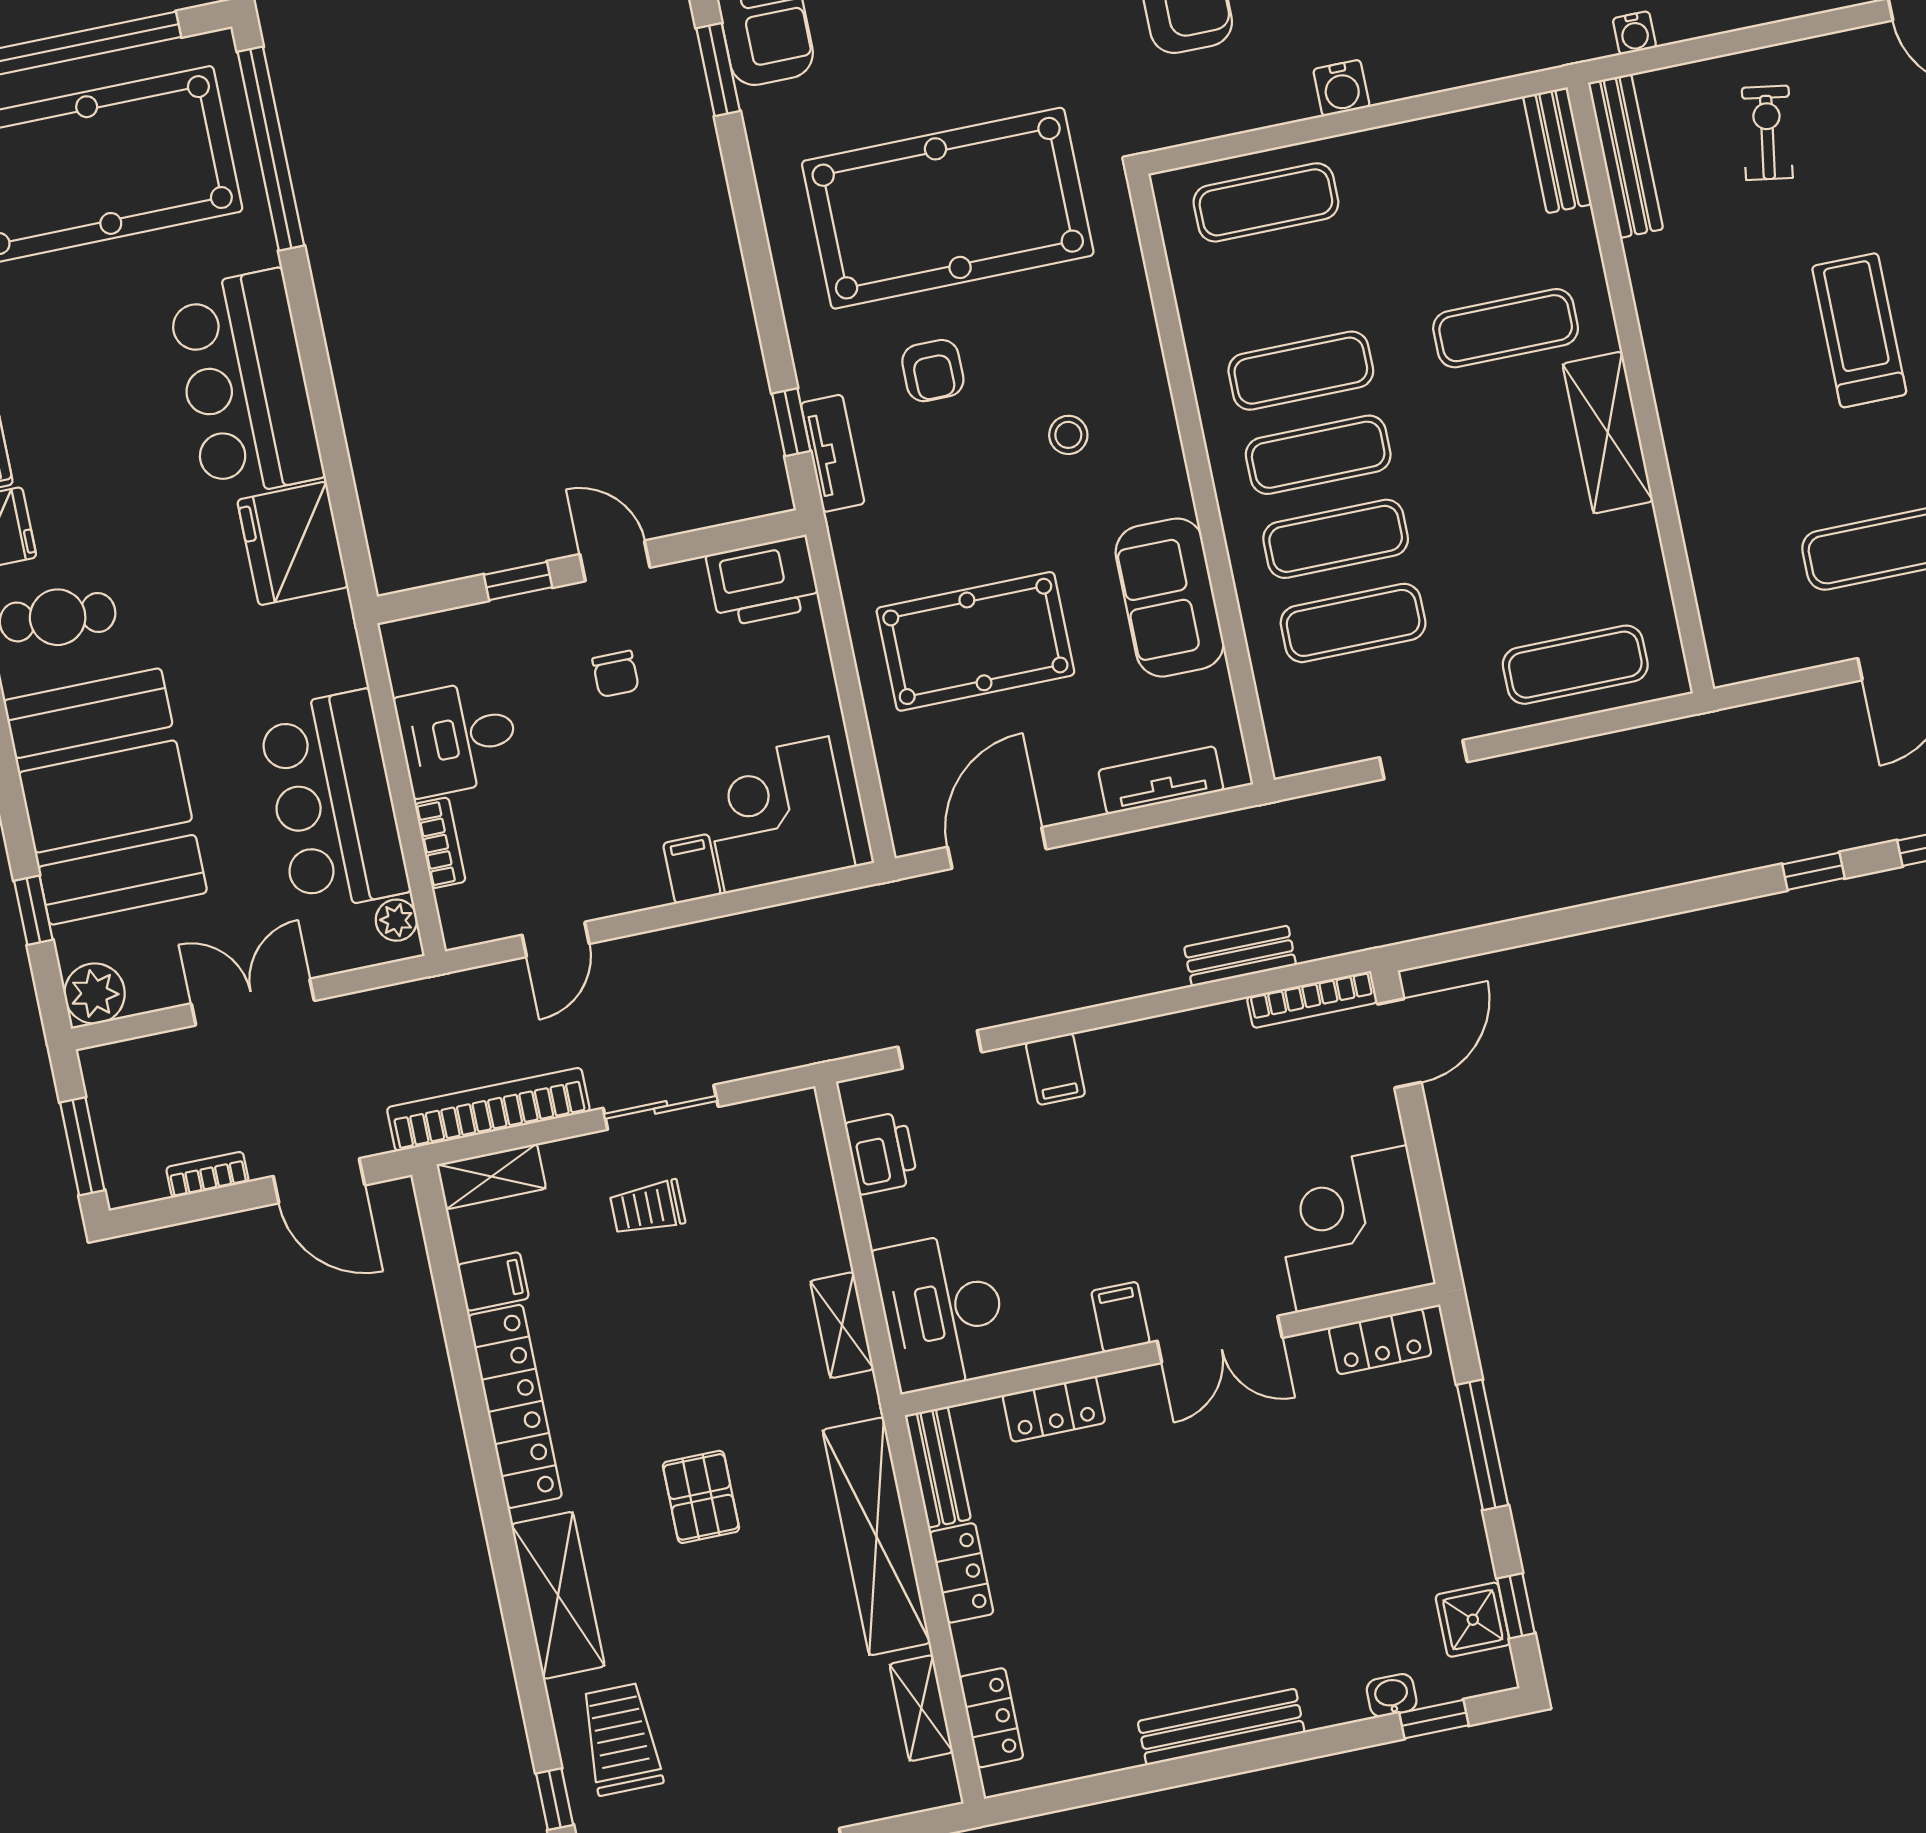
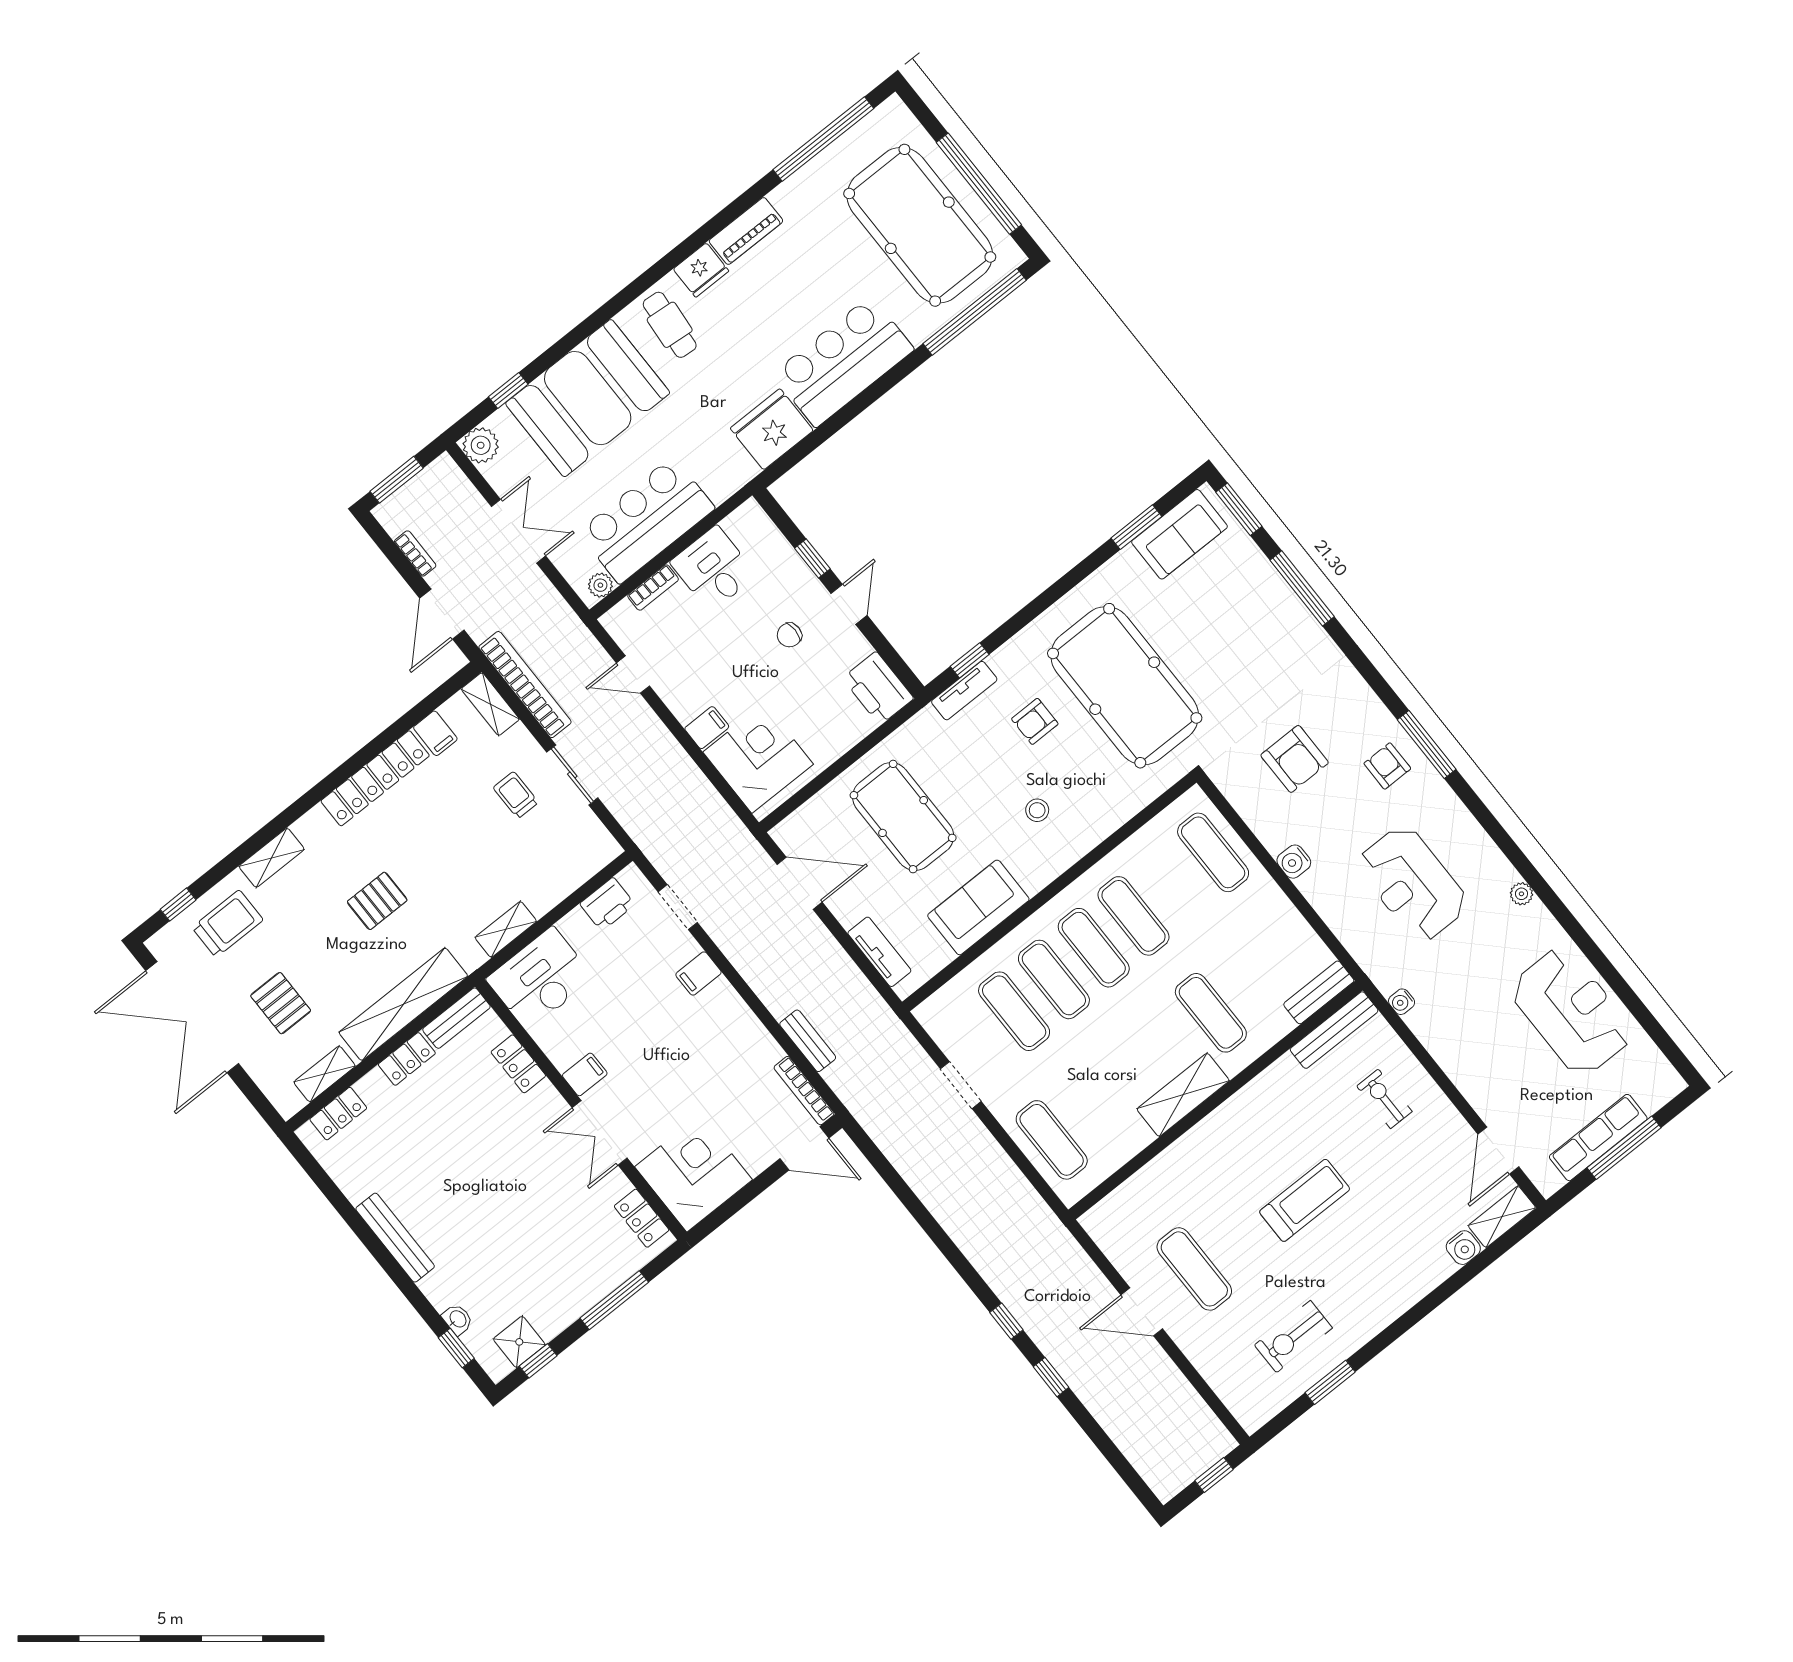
exercise bike: (1767, 133) -> (1384, 1099), turned -99
shelving: (558, 1595) -> (272, 858), width x0.67, depth x0.75
pallet: (781, 1720) -> (281, 1003), added

